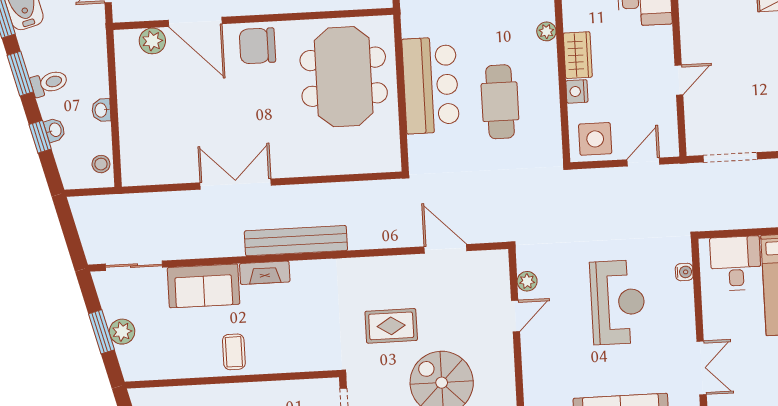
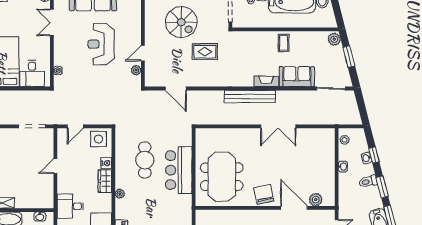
chair: (257, 46) -> (264, 194), turned -102
reception desk: (618, 302) -> (101, 44), moved
plant: (122, 332) -> (334, 39), moved

